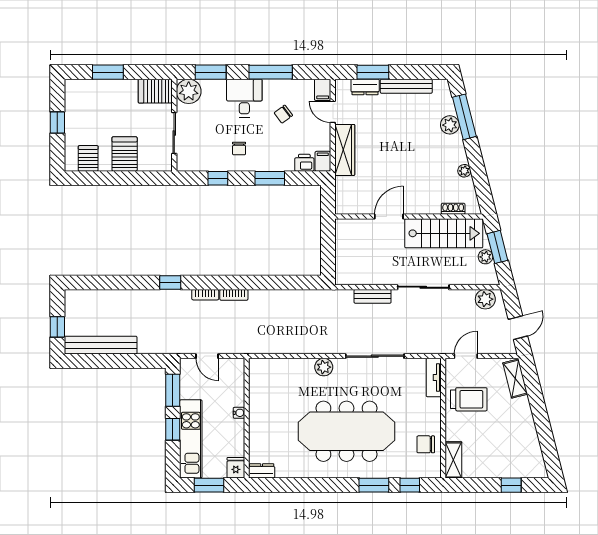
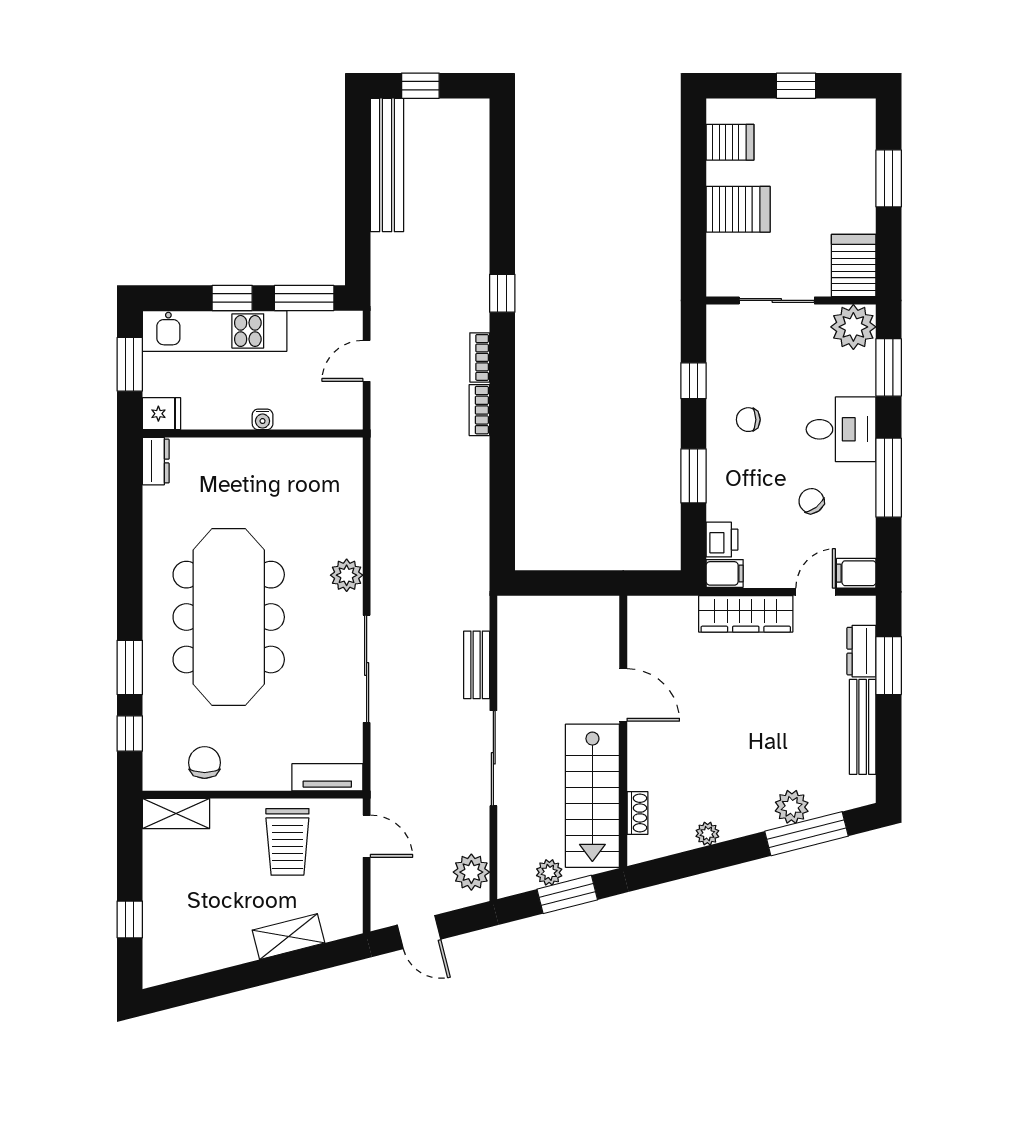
shelving: (515, 379) -> (288, 937), moved

